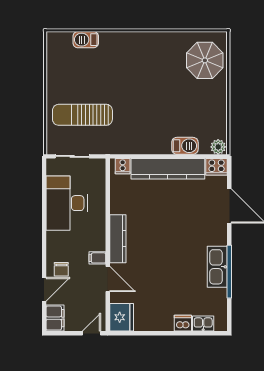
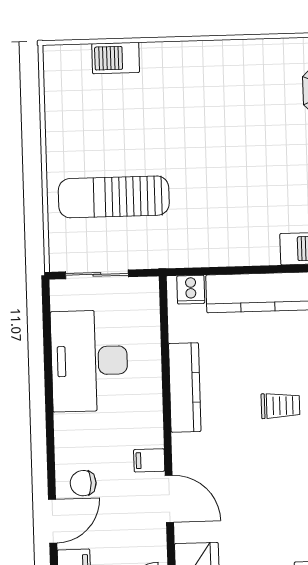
trolley: (169, 230) -> (280, 406), added
kitchen counter: (118, 239) -> (185, 387), moved
chair: (61, 269) -> (83, 483), turned 90

